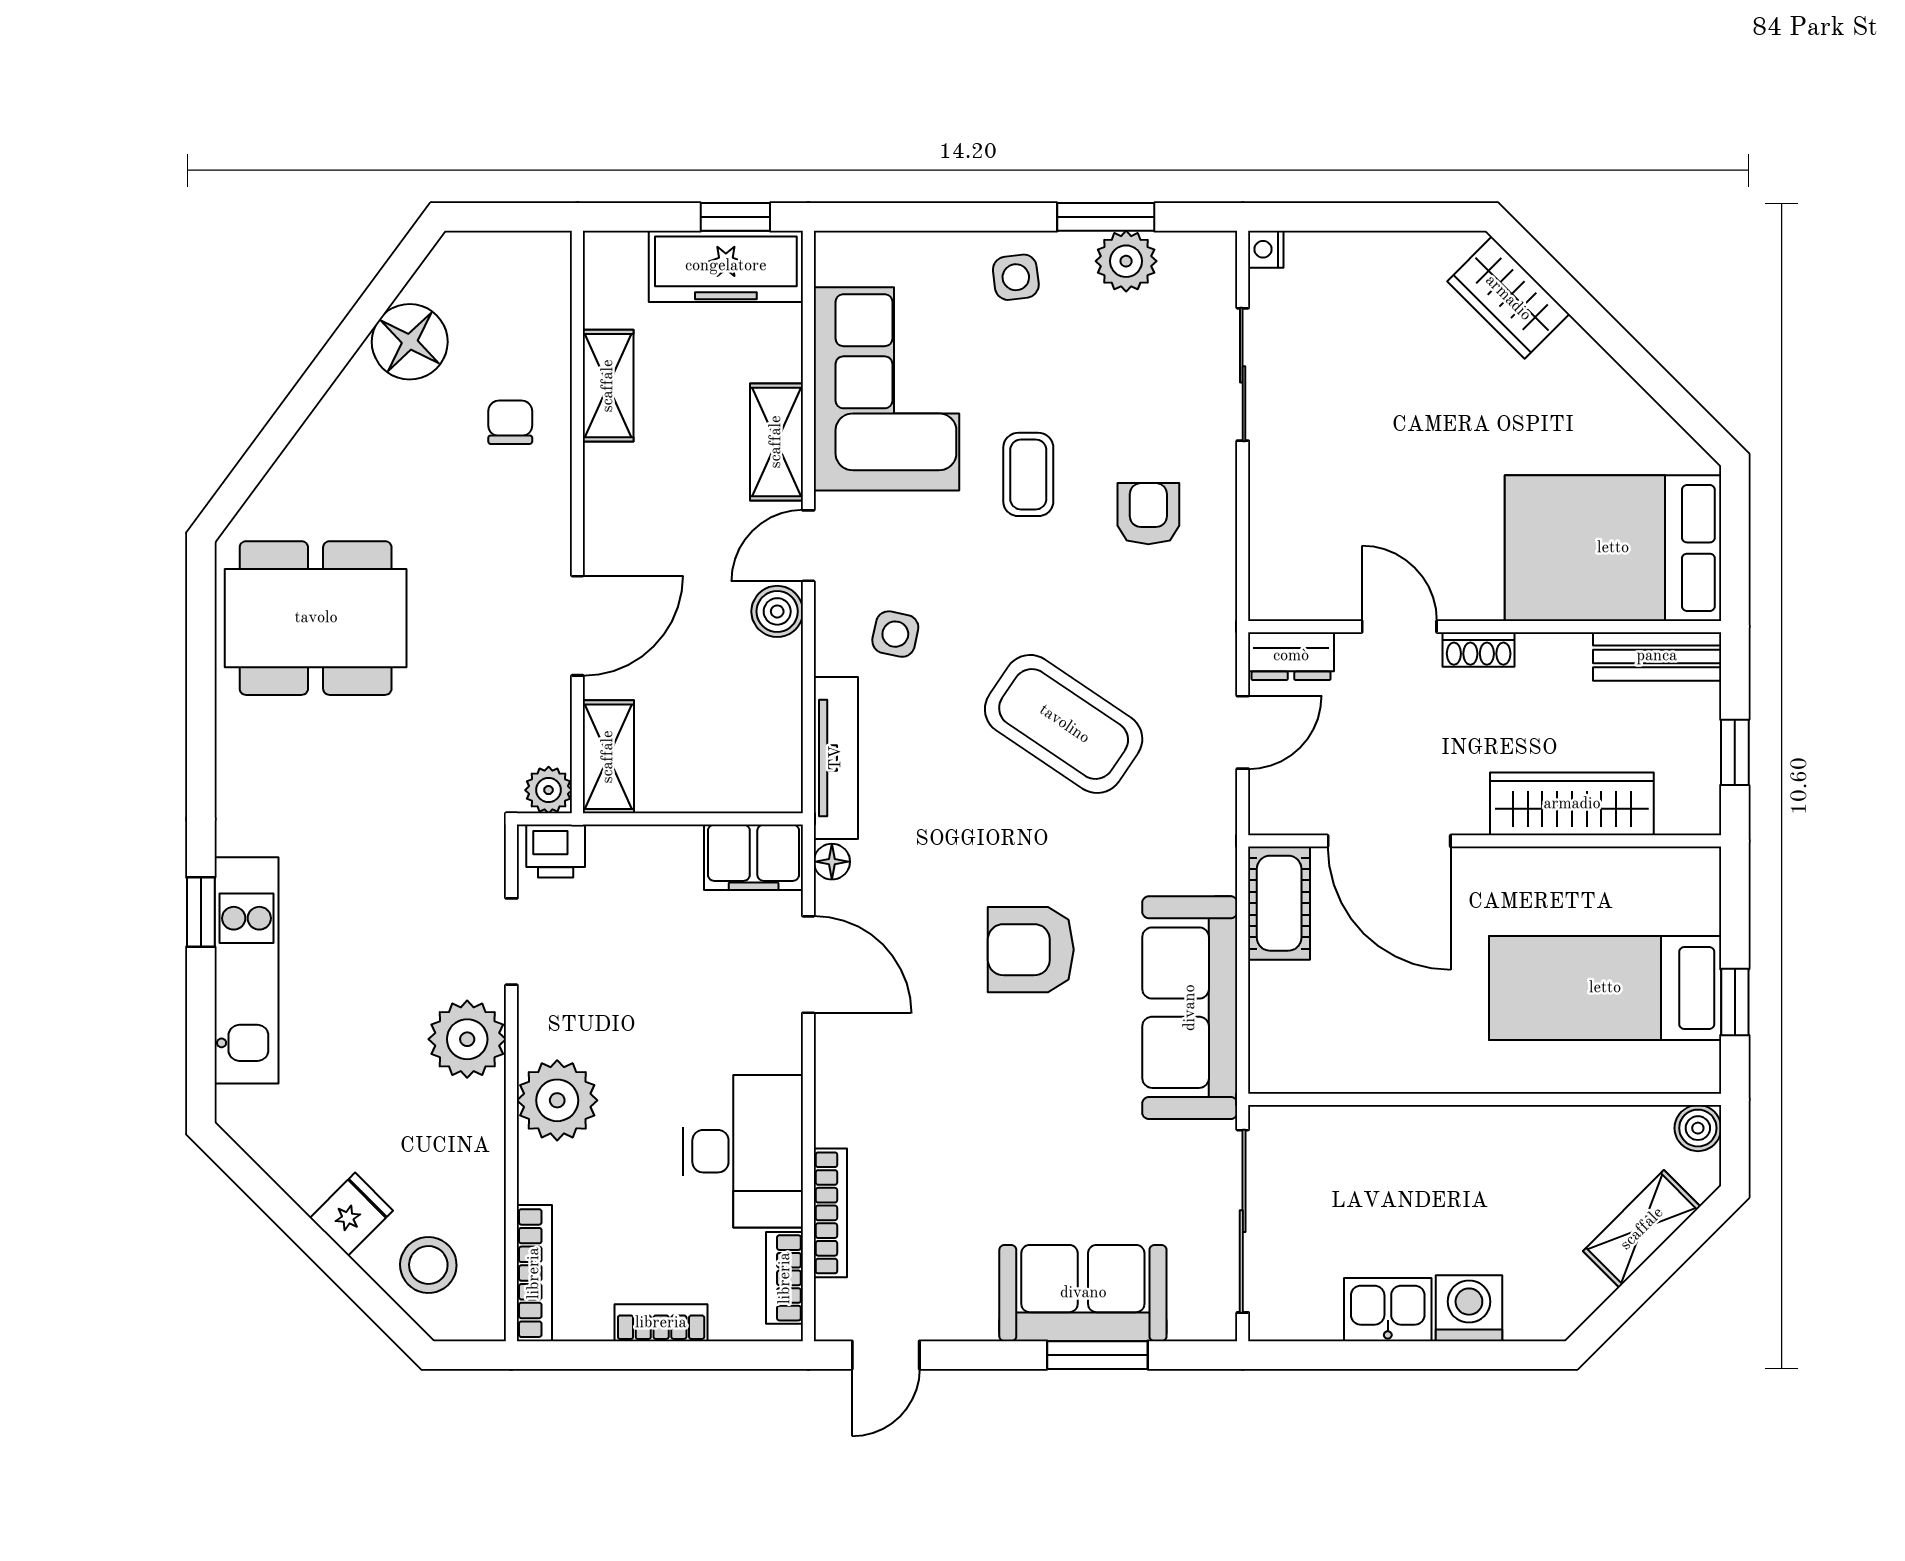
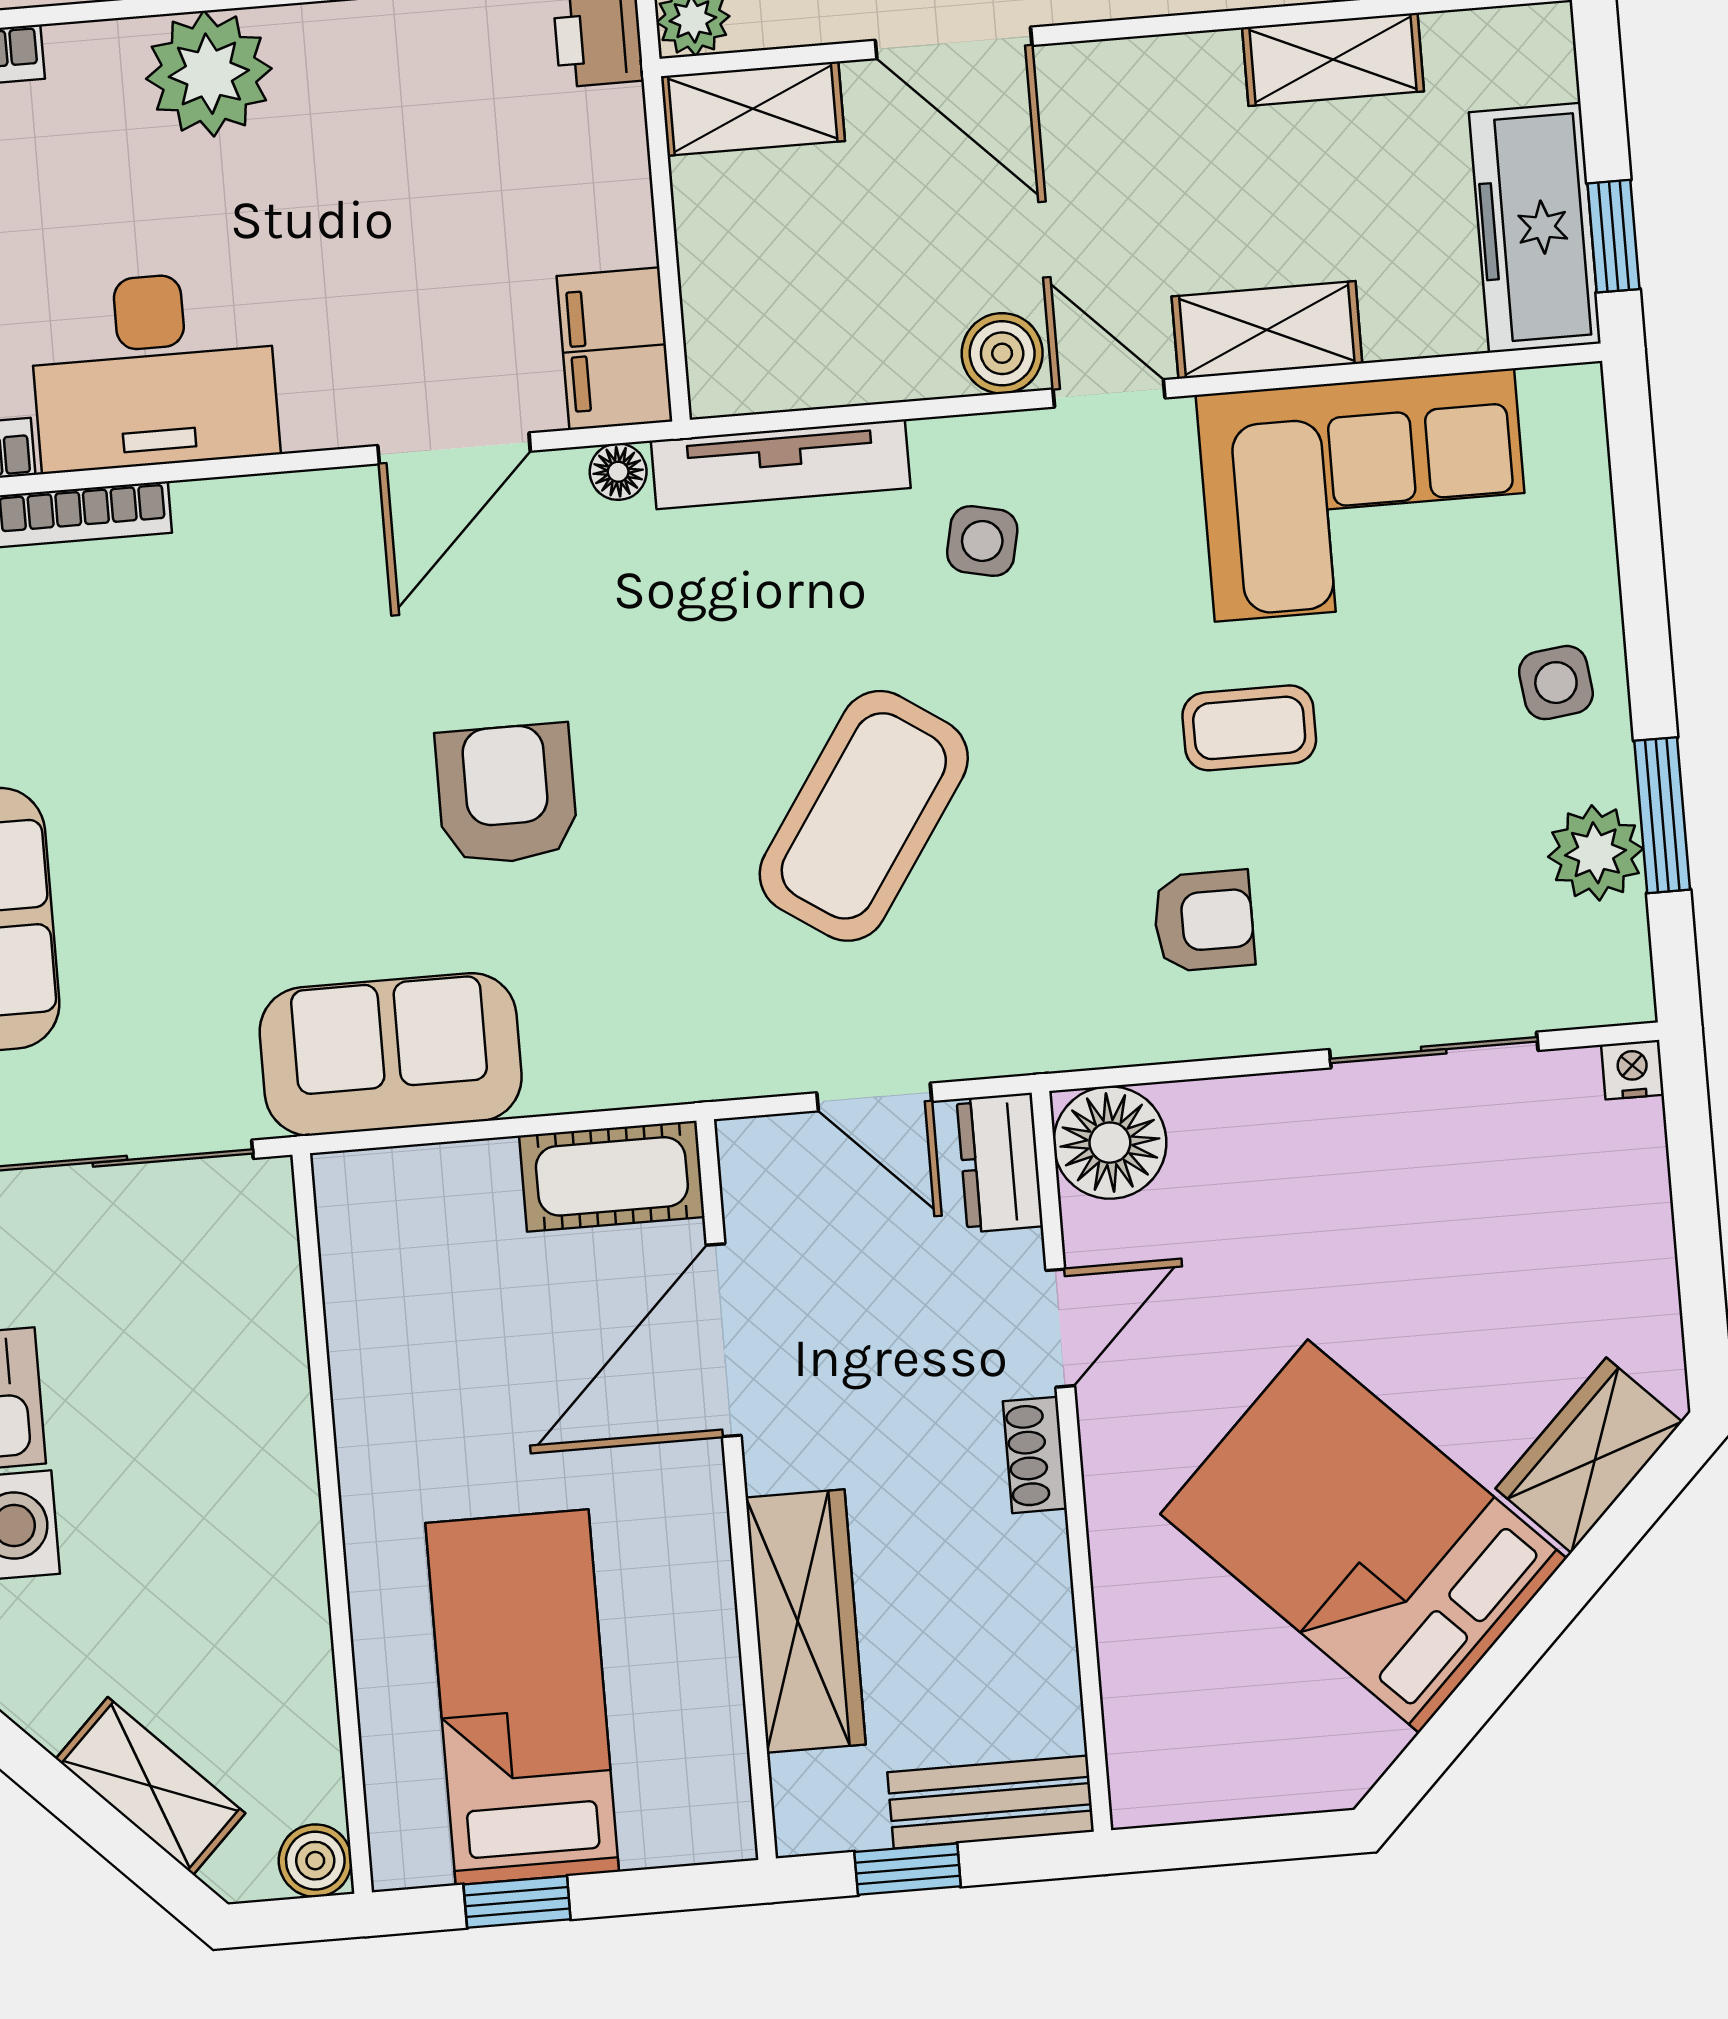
bed: (1613, 548) -> (1364, 1536), moved, turned -45
floor lamp: (1284, 585) -> (1110, 1143), added
bench: (1657, 656) -> (991, 1802), moved, turned 90
sofa: (1190, 1008) -> (391, 1054), width x0.73

